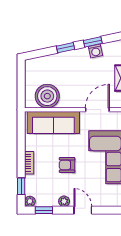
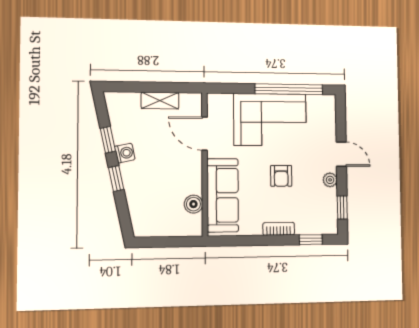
washing machine: (96, 51) -> (125, 153), moved
boiler: (47, 96) -> (193, 204), width x0.54, depth x0.54
plant: (30, 201) -> (331, 227), removed
door: (83, 210) -> (341, 154), swing flipped

